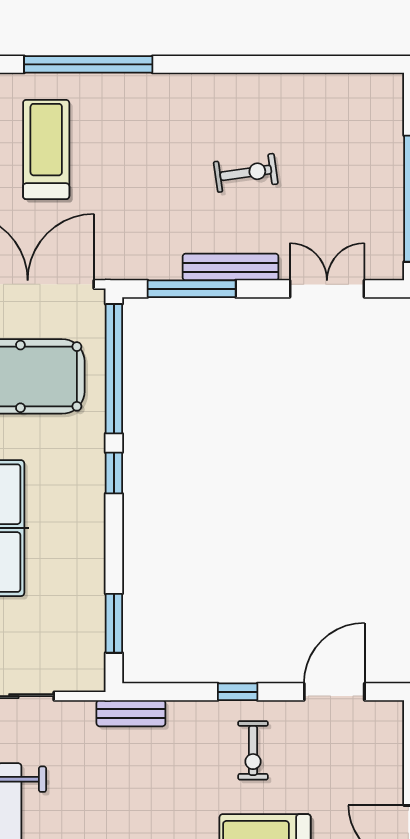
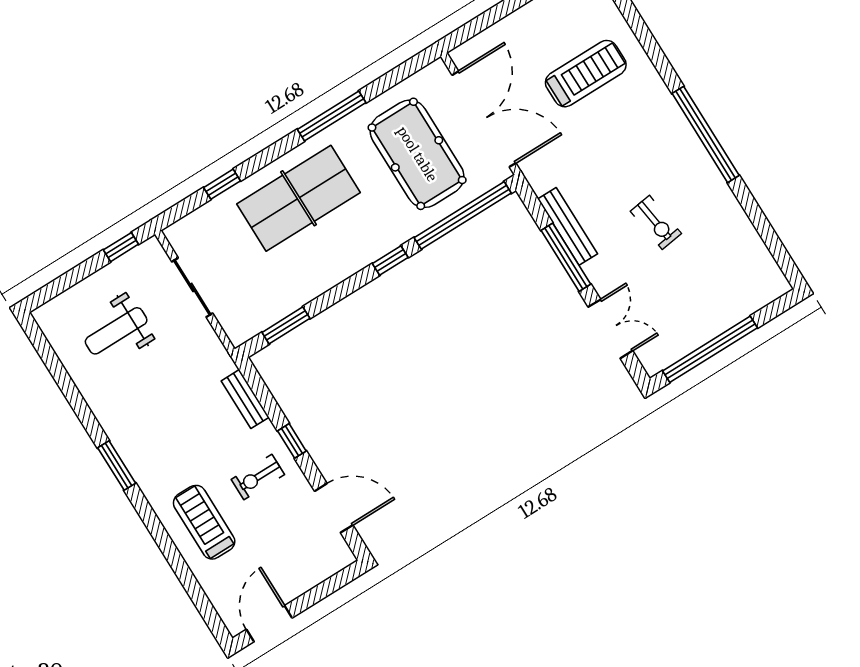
window: (88, 64) -> (706, 134), moved
bench: (231, 267) -> (568, 226), moved
window: (192, 289) -> (566, 257), moved
bench: (131, 713) -> (245, 399), moved

